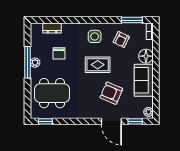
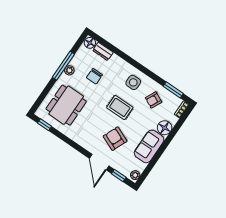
floor lamp: (36, 28) -> (90, 43), added
dining table: (52, 93) -> (66, 105), turned 90

